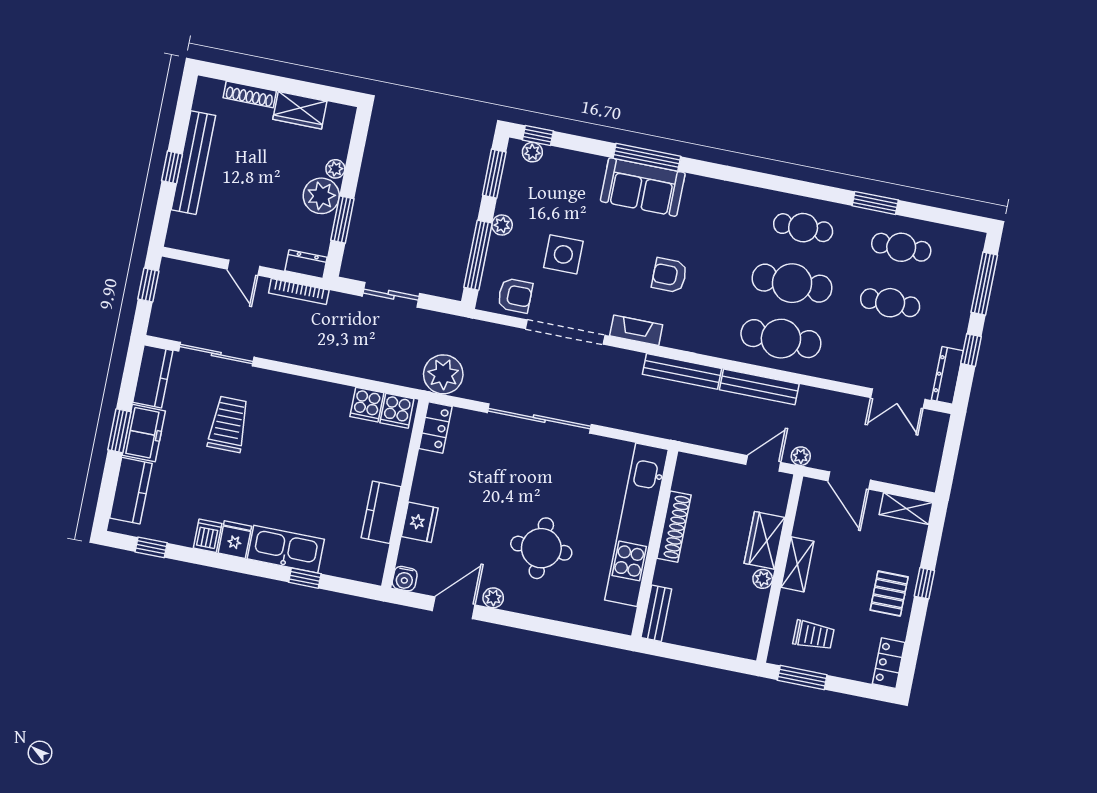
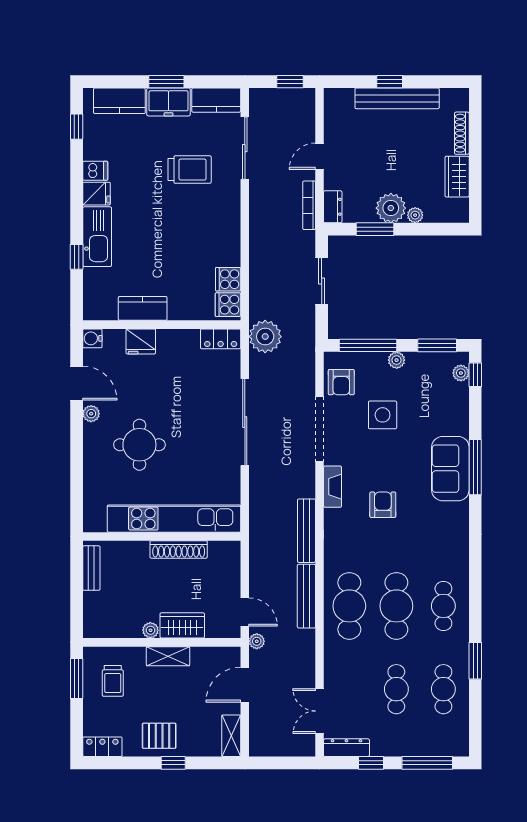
bench: (656, 613) -> (91, 568), moved, turned 90

